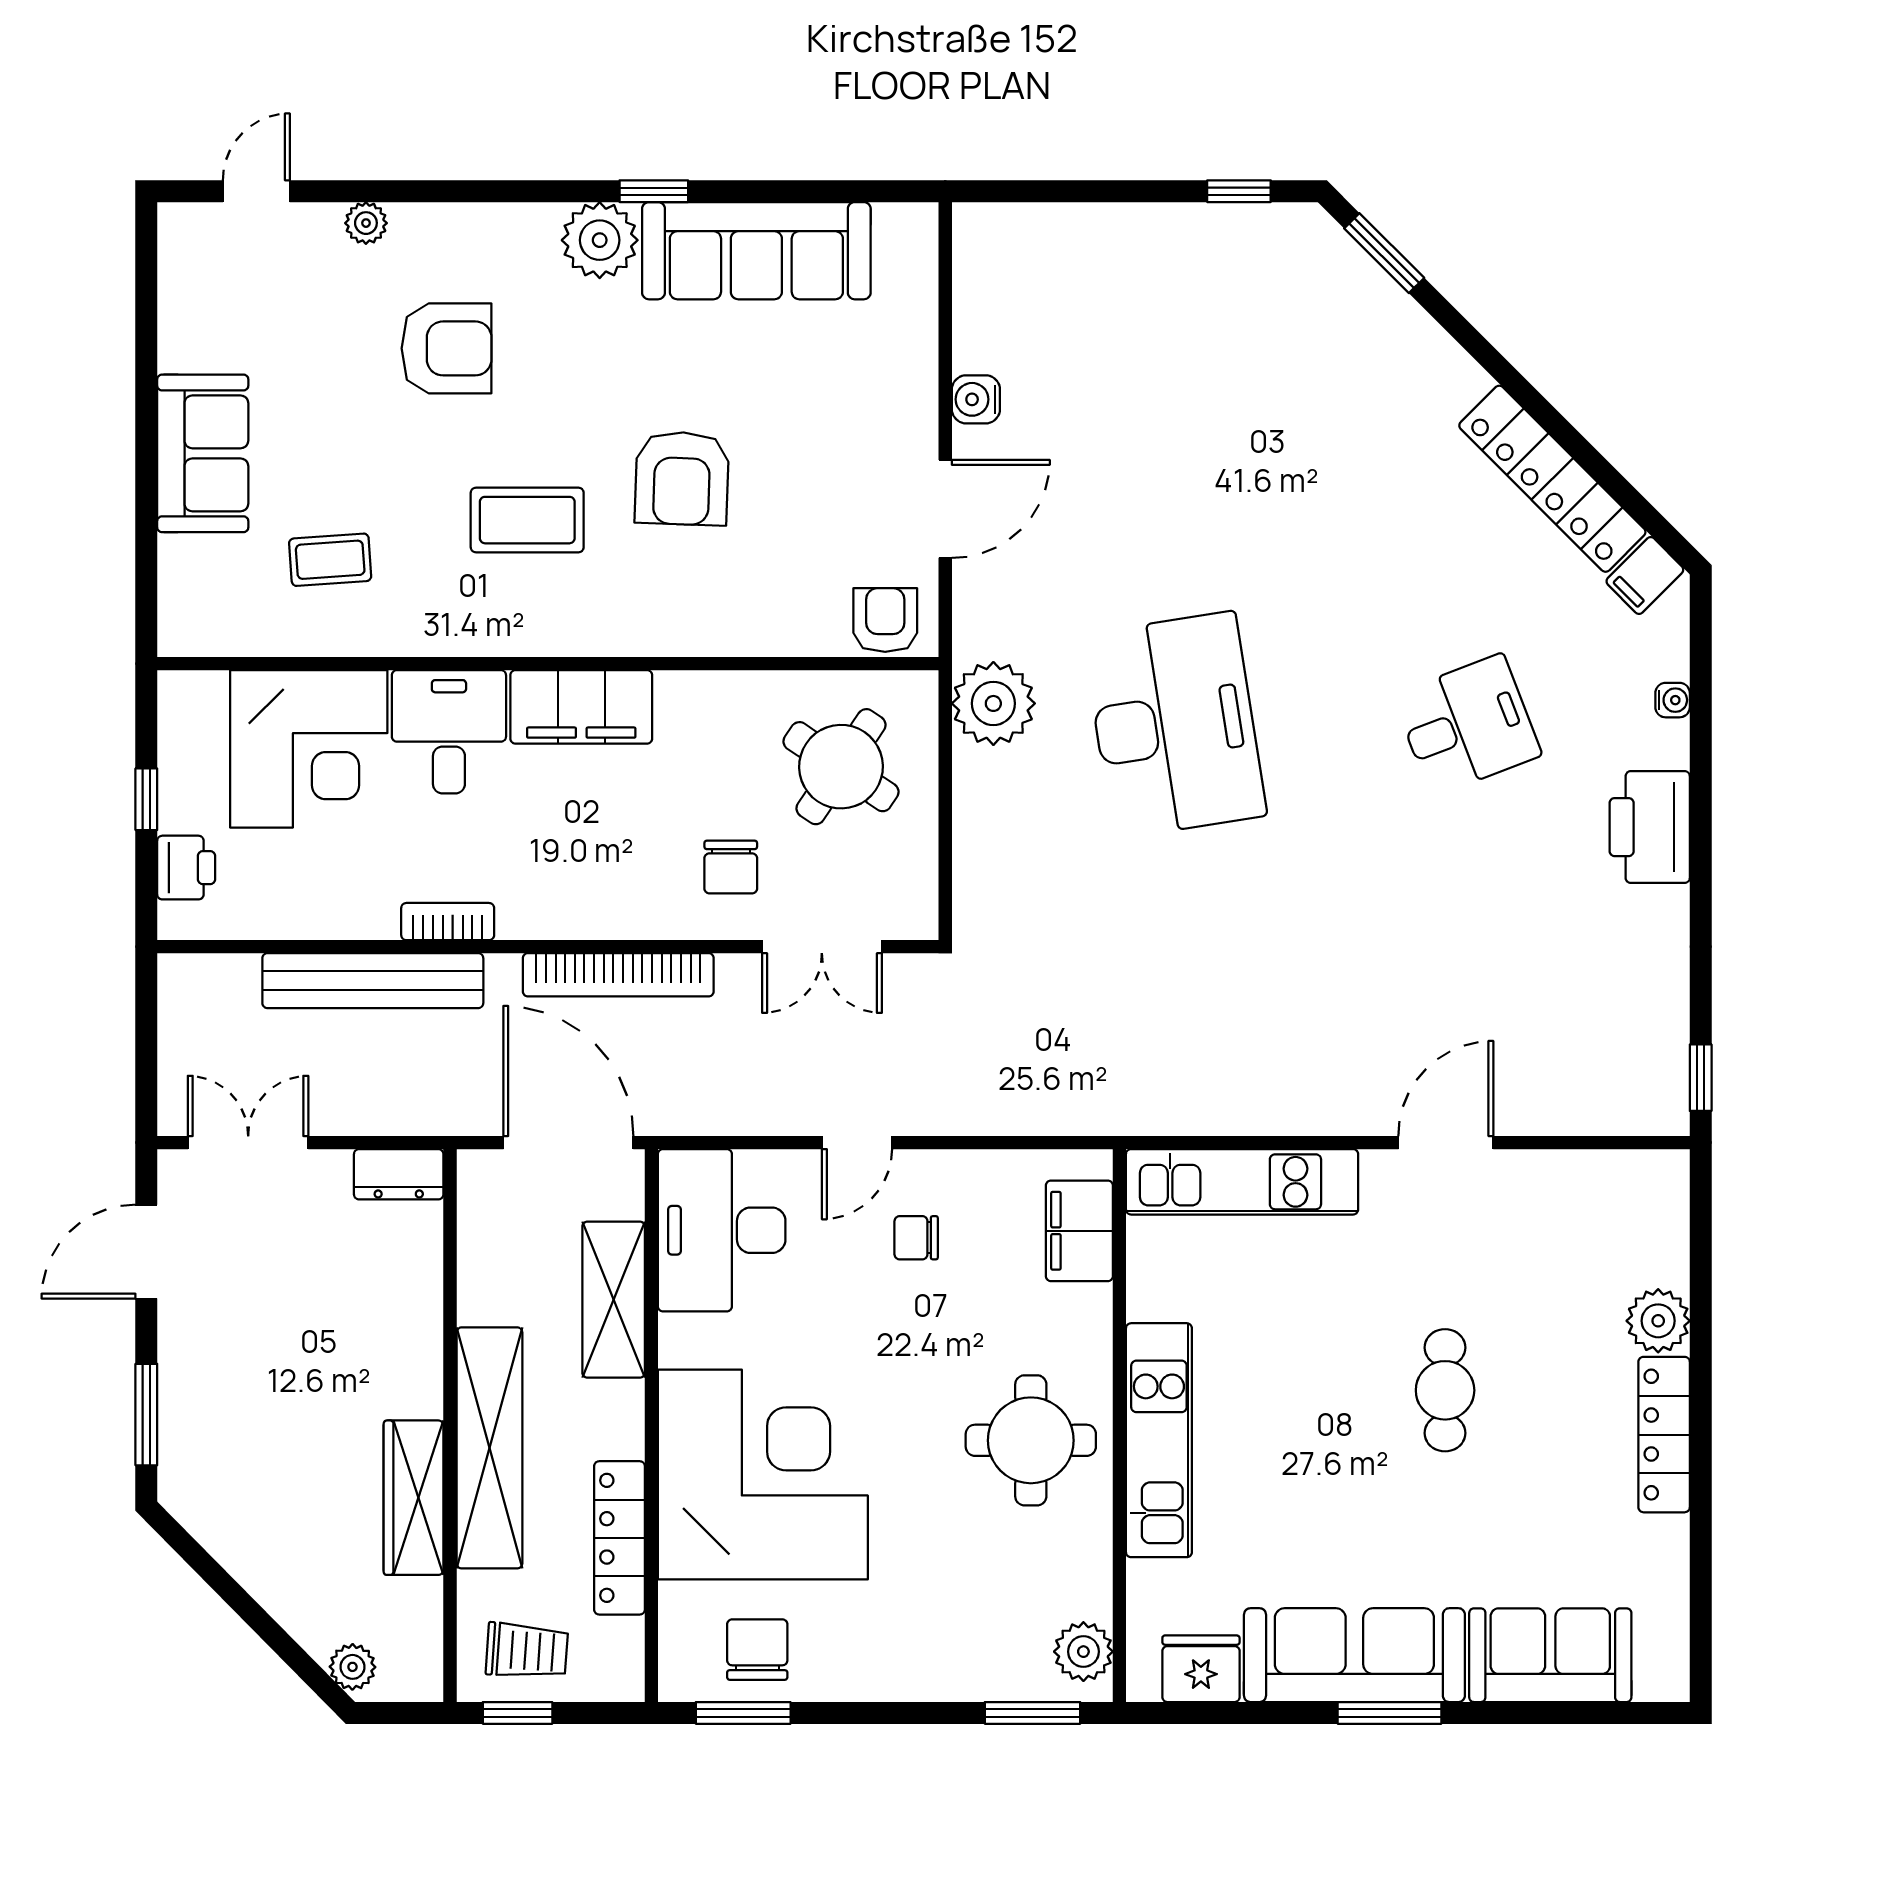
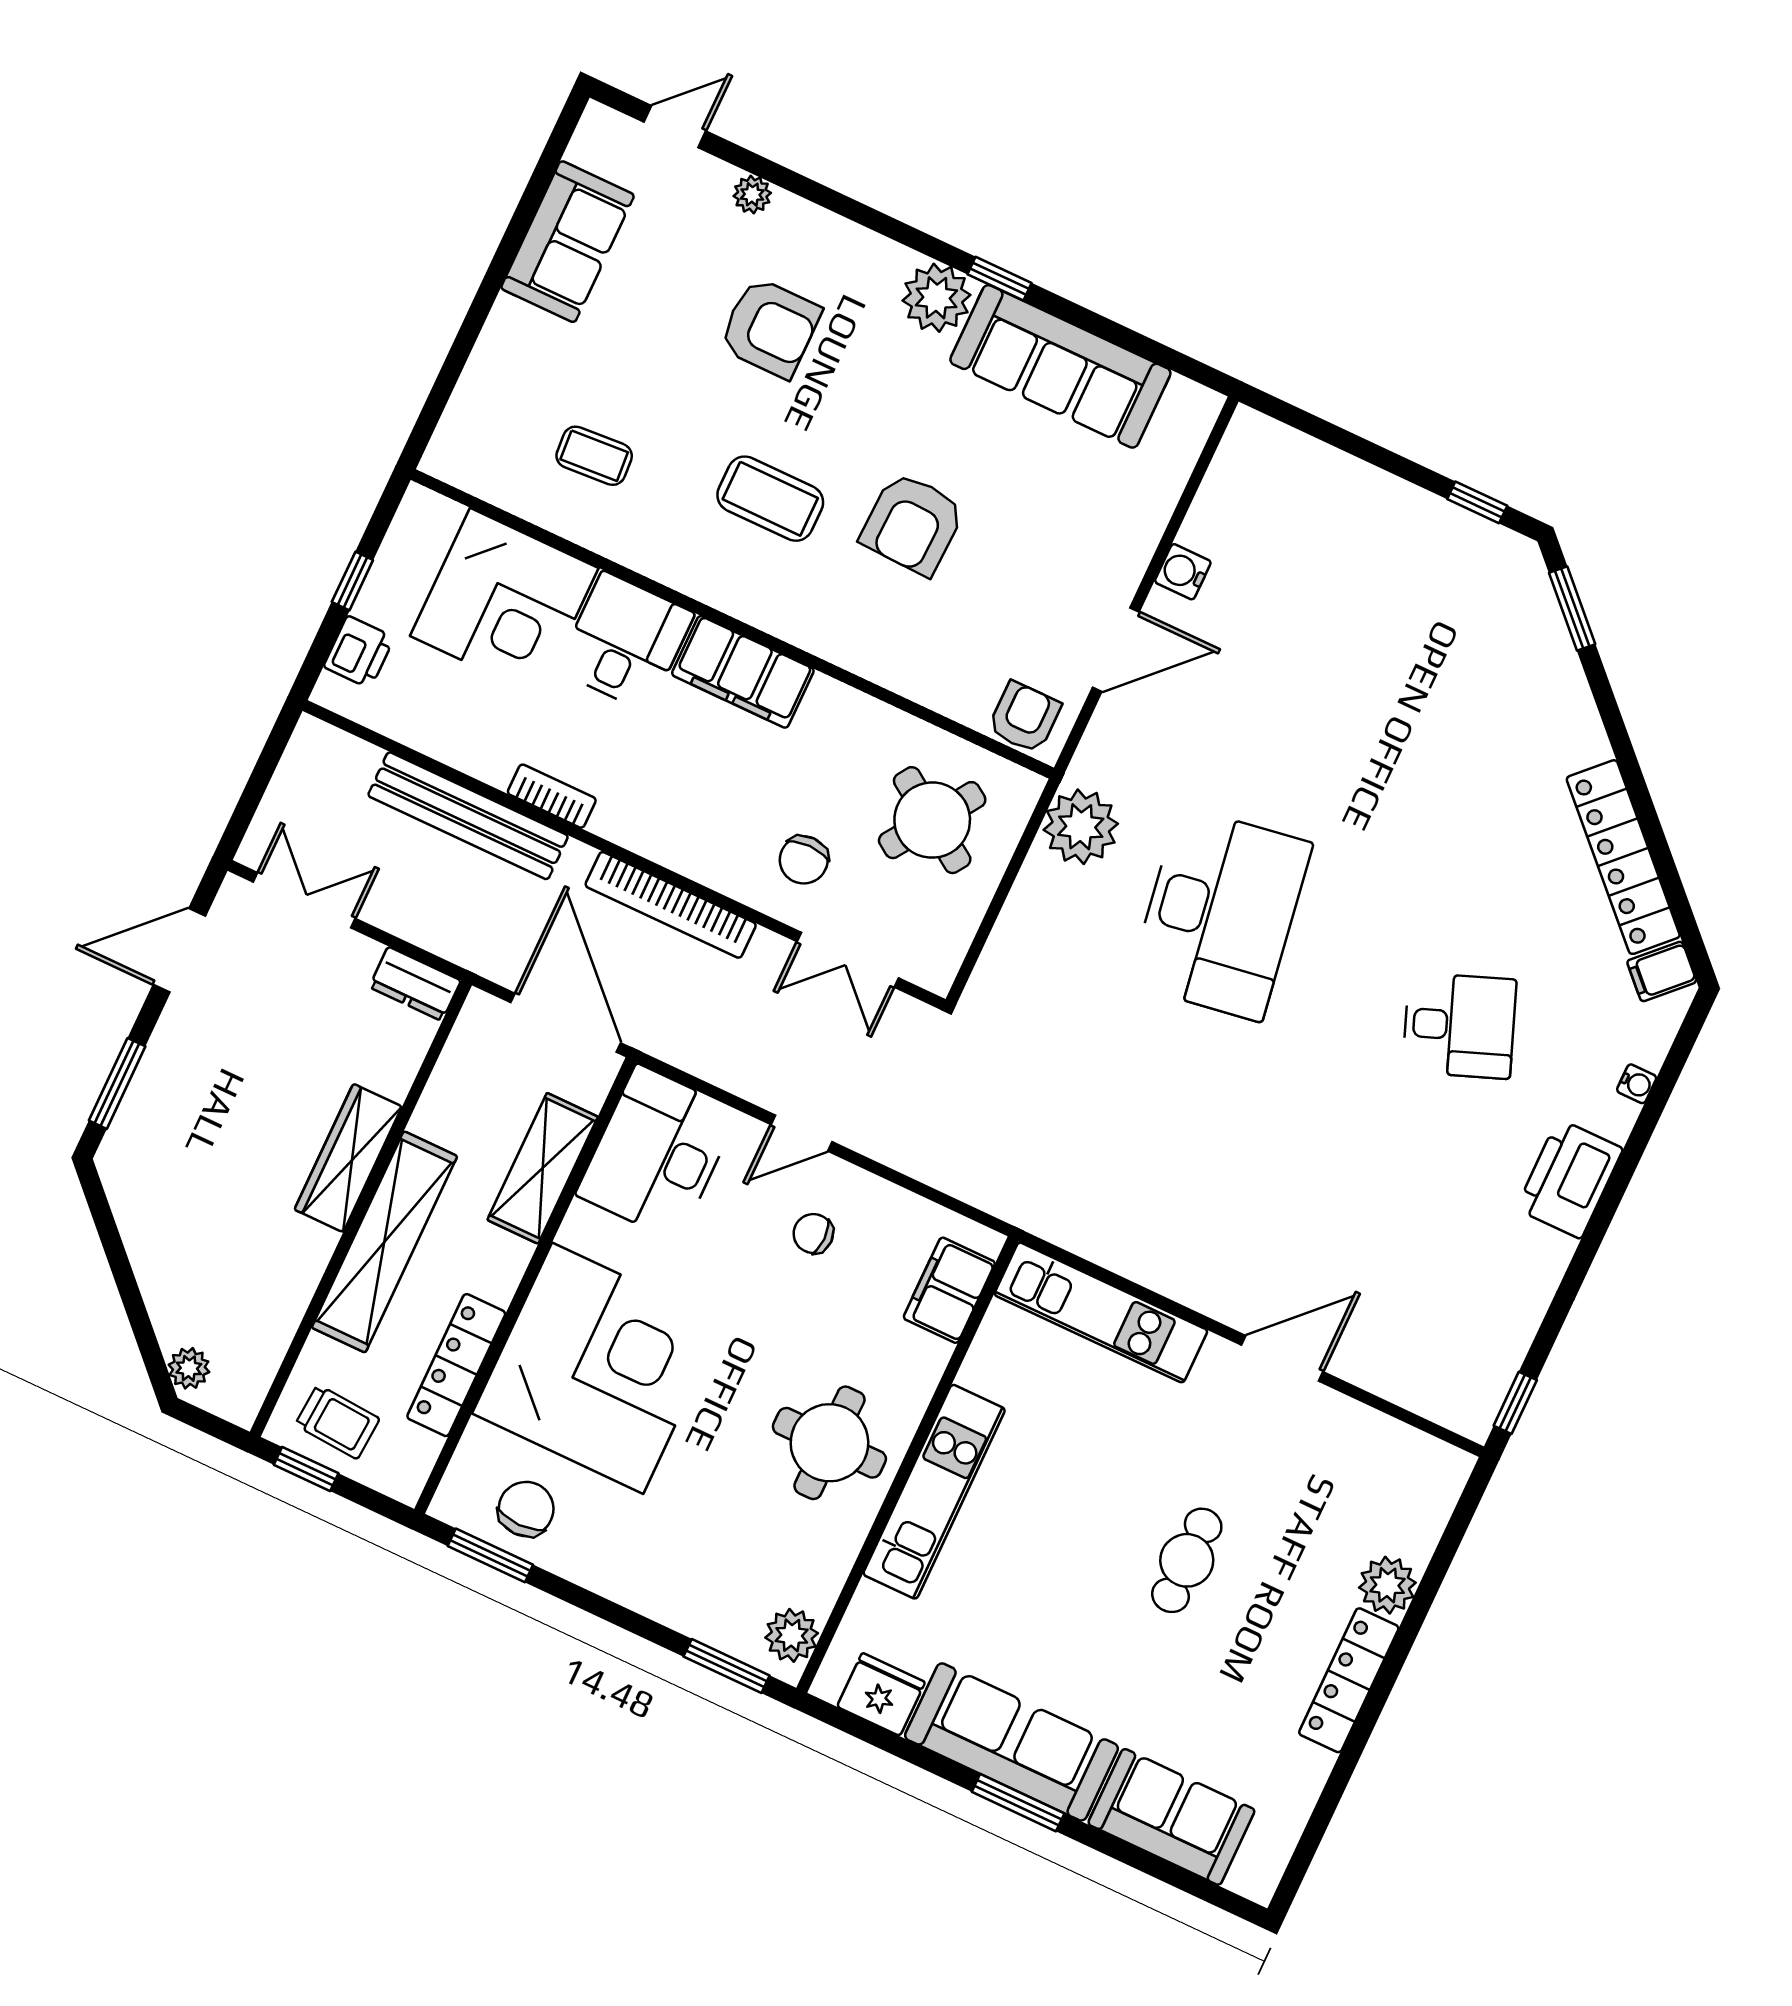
sofa: (203, 453) -> (568, 242), moved
wardrobe: (414, 1498) -> (348, 1158), moved

